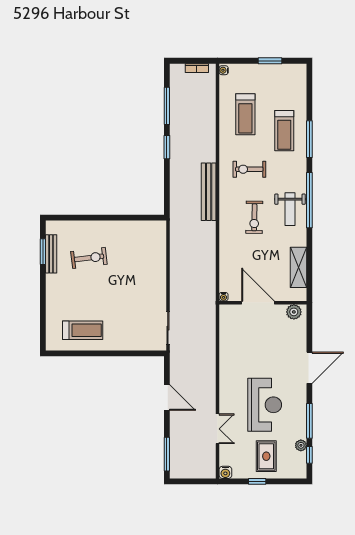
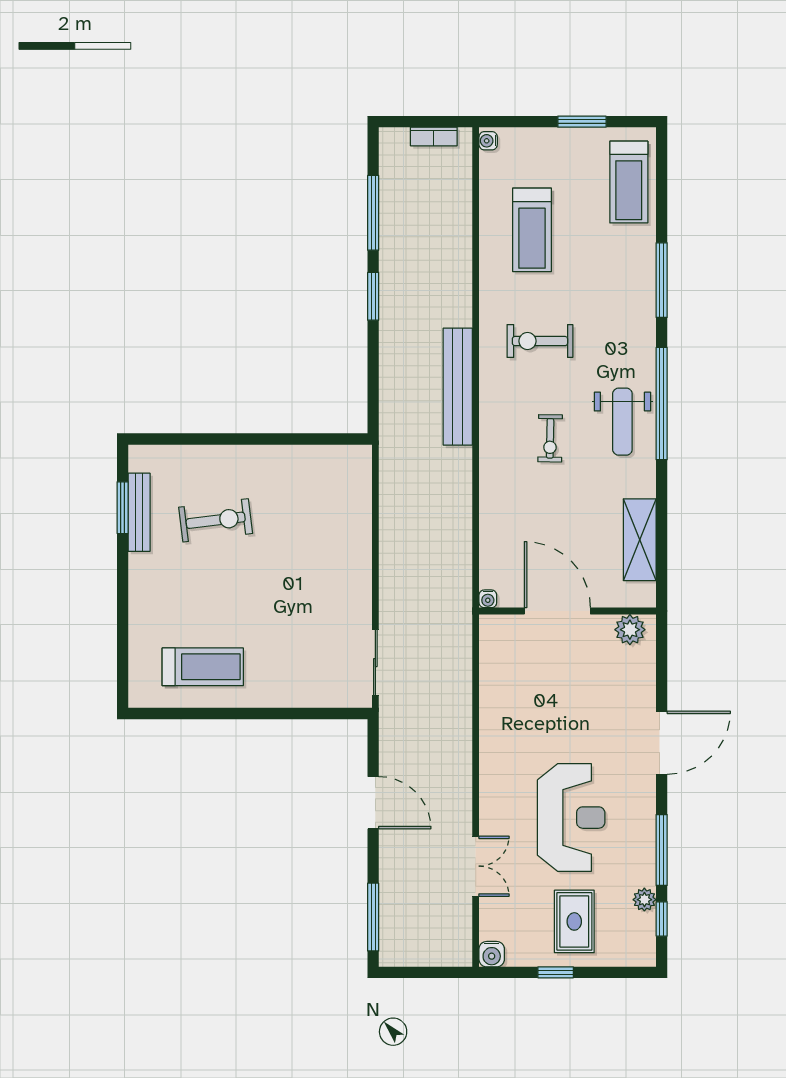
treadmill: (284, 131) -> (629, 182), moved
exercise bike: (254, 217) -> (550, 438), width x0.73, depth x0.72

